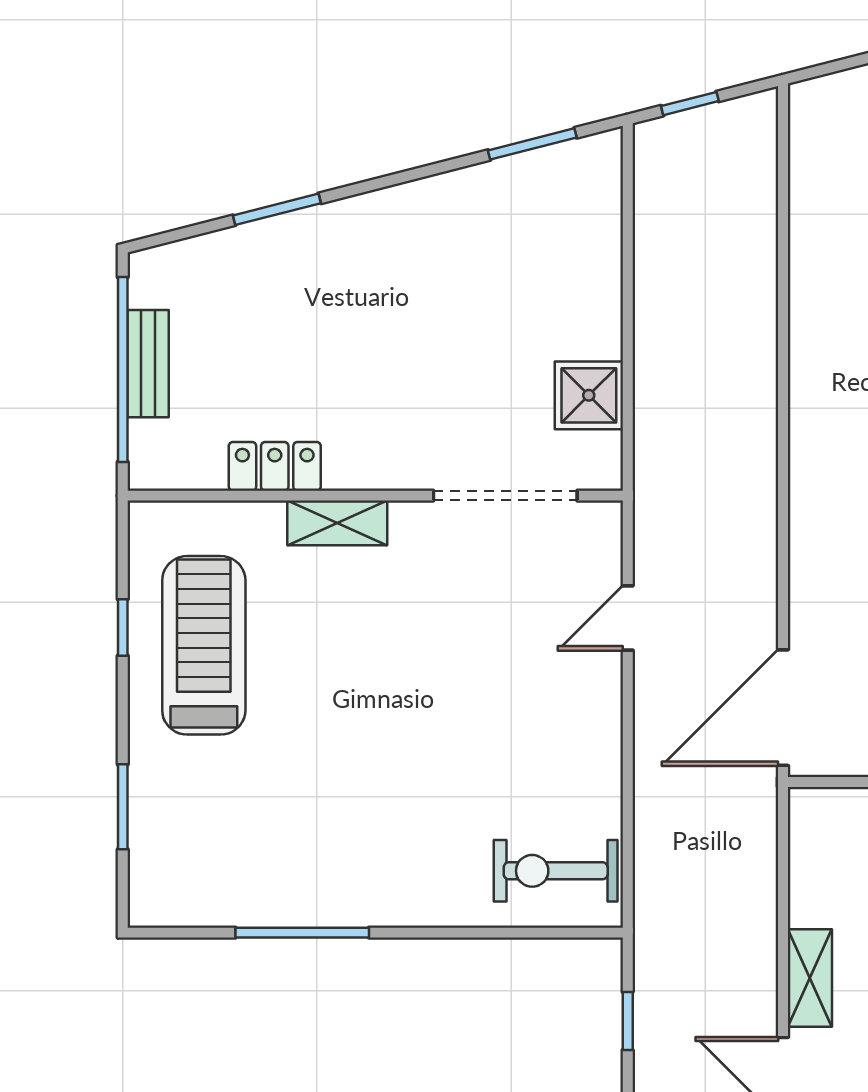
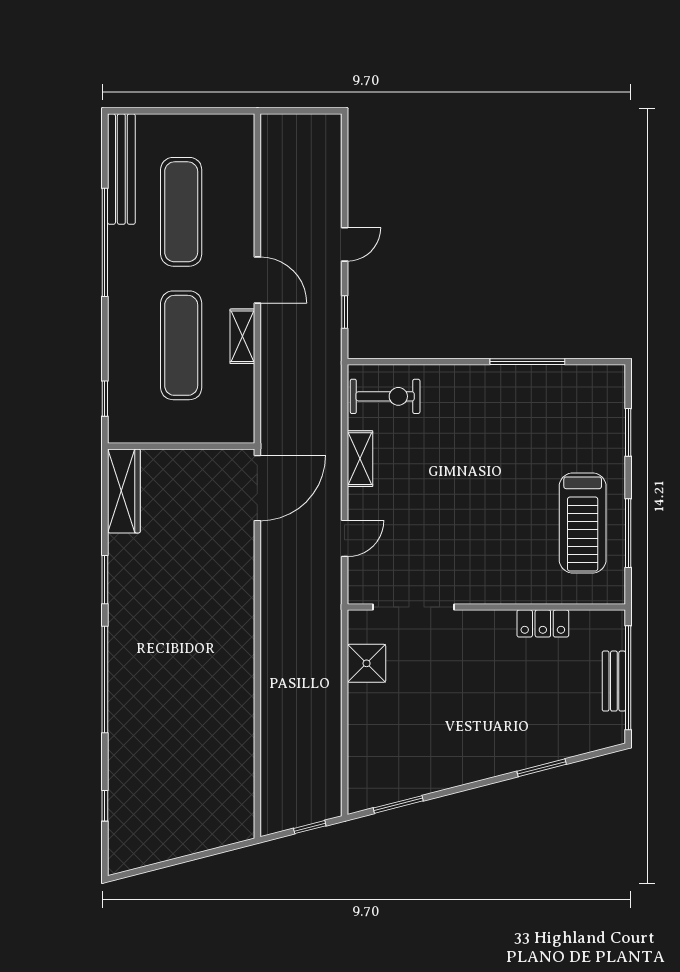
shelving: (337, 523) -> (360, 459), moved, turned 90
window: (123, 627) -> (628, 533), width x2.17

